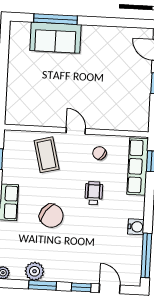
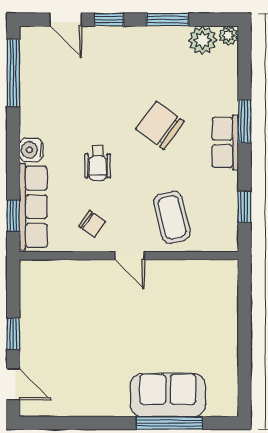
water cooler: (136, 227) -> (31, 150), moved
plant: (34, 271) -> (202, 40), moved

